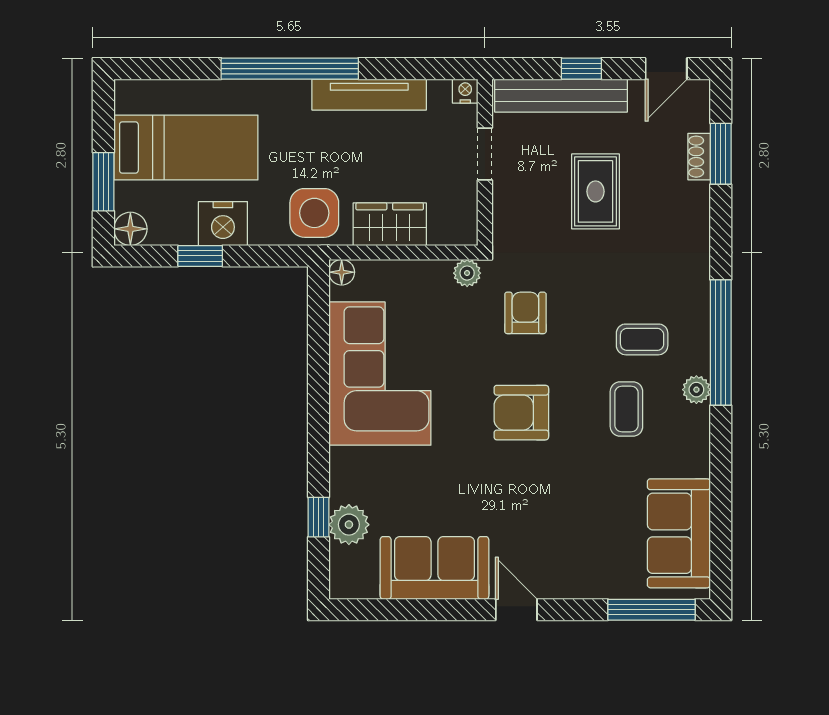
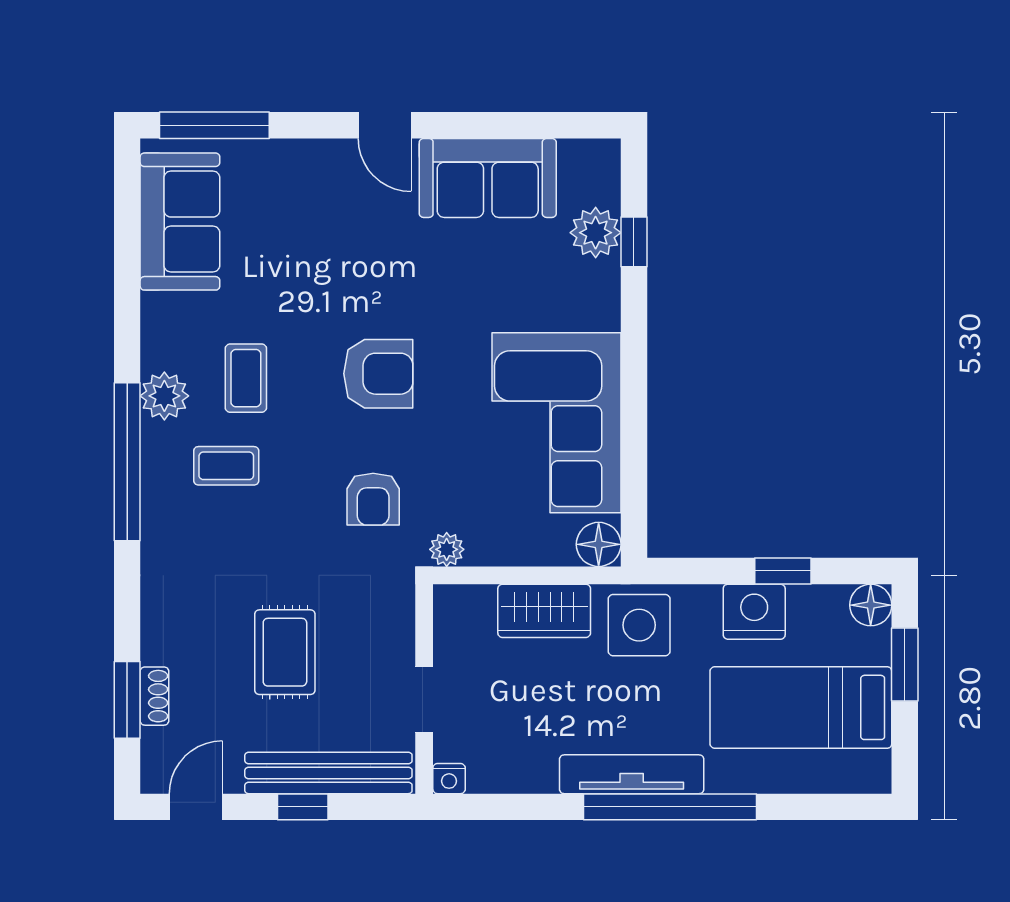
tv unit: (369, 95) -> (632, 774), moved
floor lamp: (342, 272) -> (599, 544), width x1.37, depth x1.37
plant: (696, 390) -> (164, 396), width x1.38, depth x1.38

